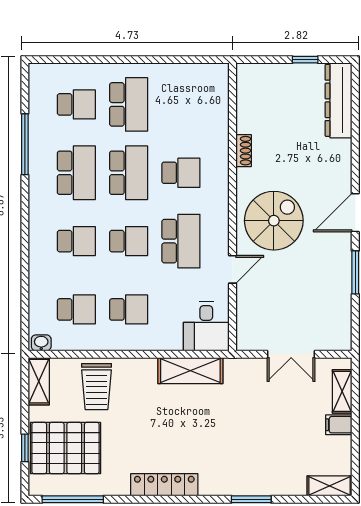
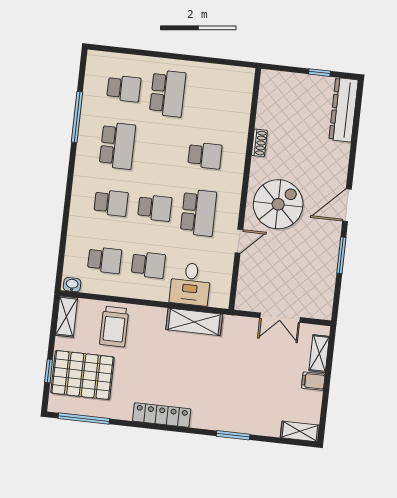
school desk: (129, 173) -> (161, 151), removed
desk: (206, 326) -> (190, 284), moved

